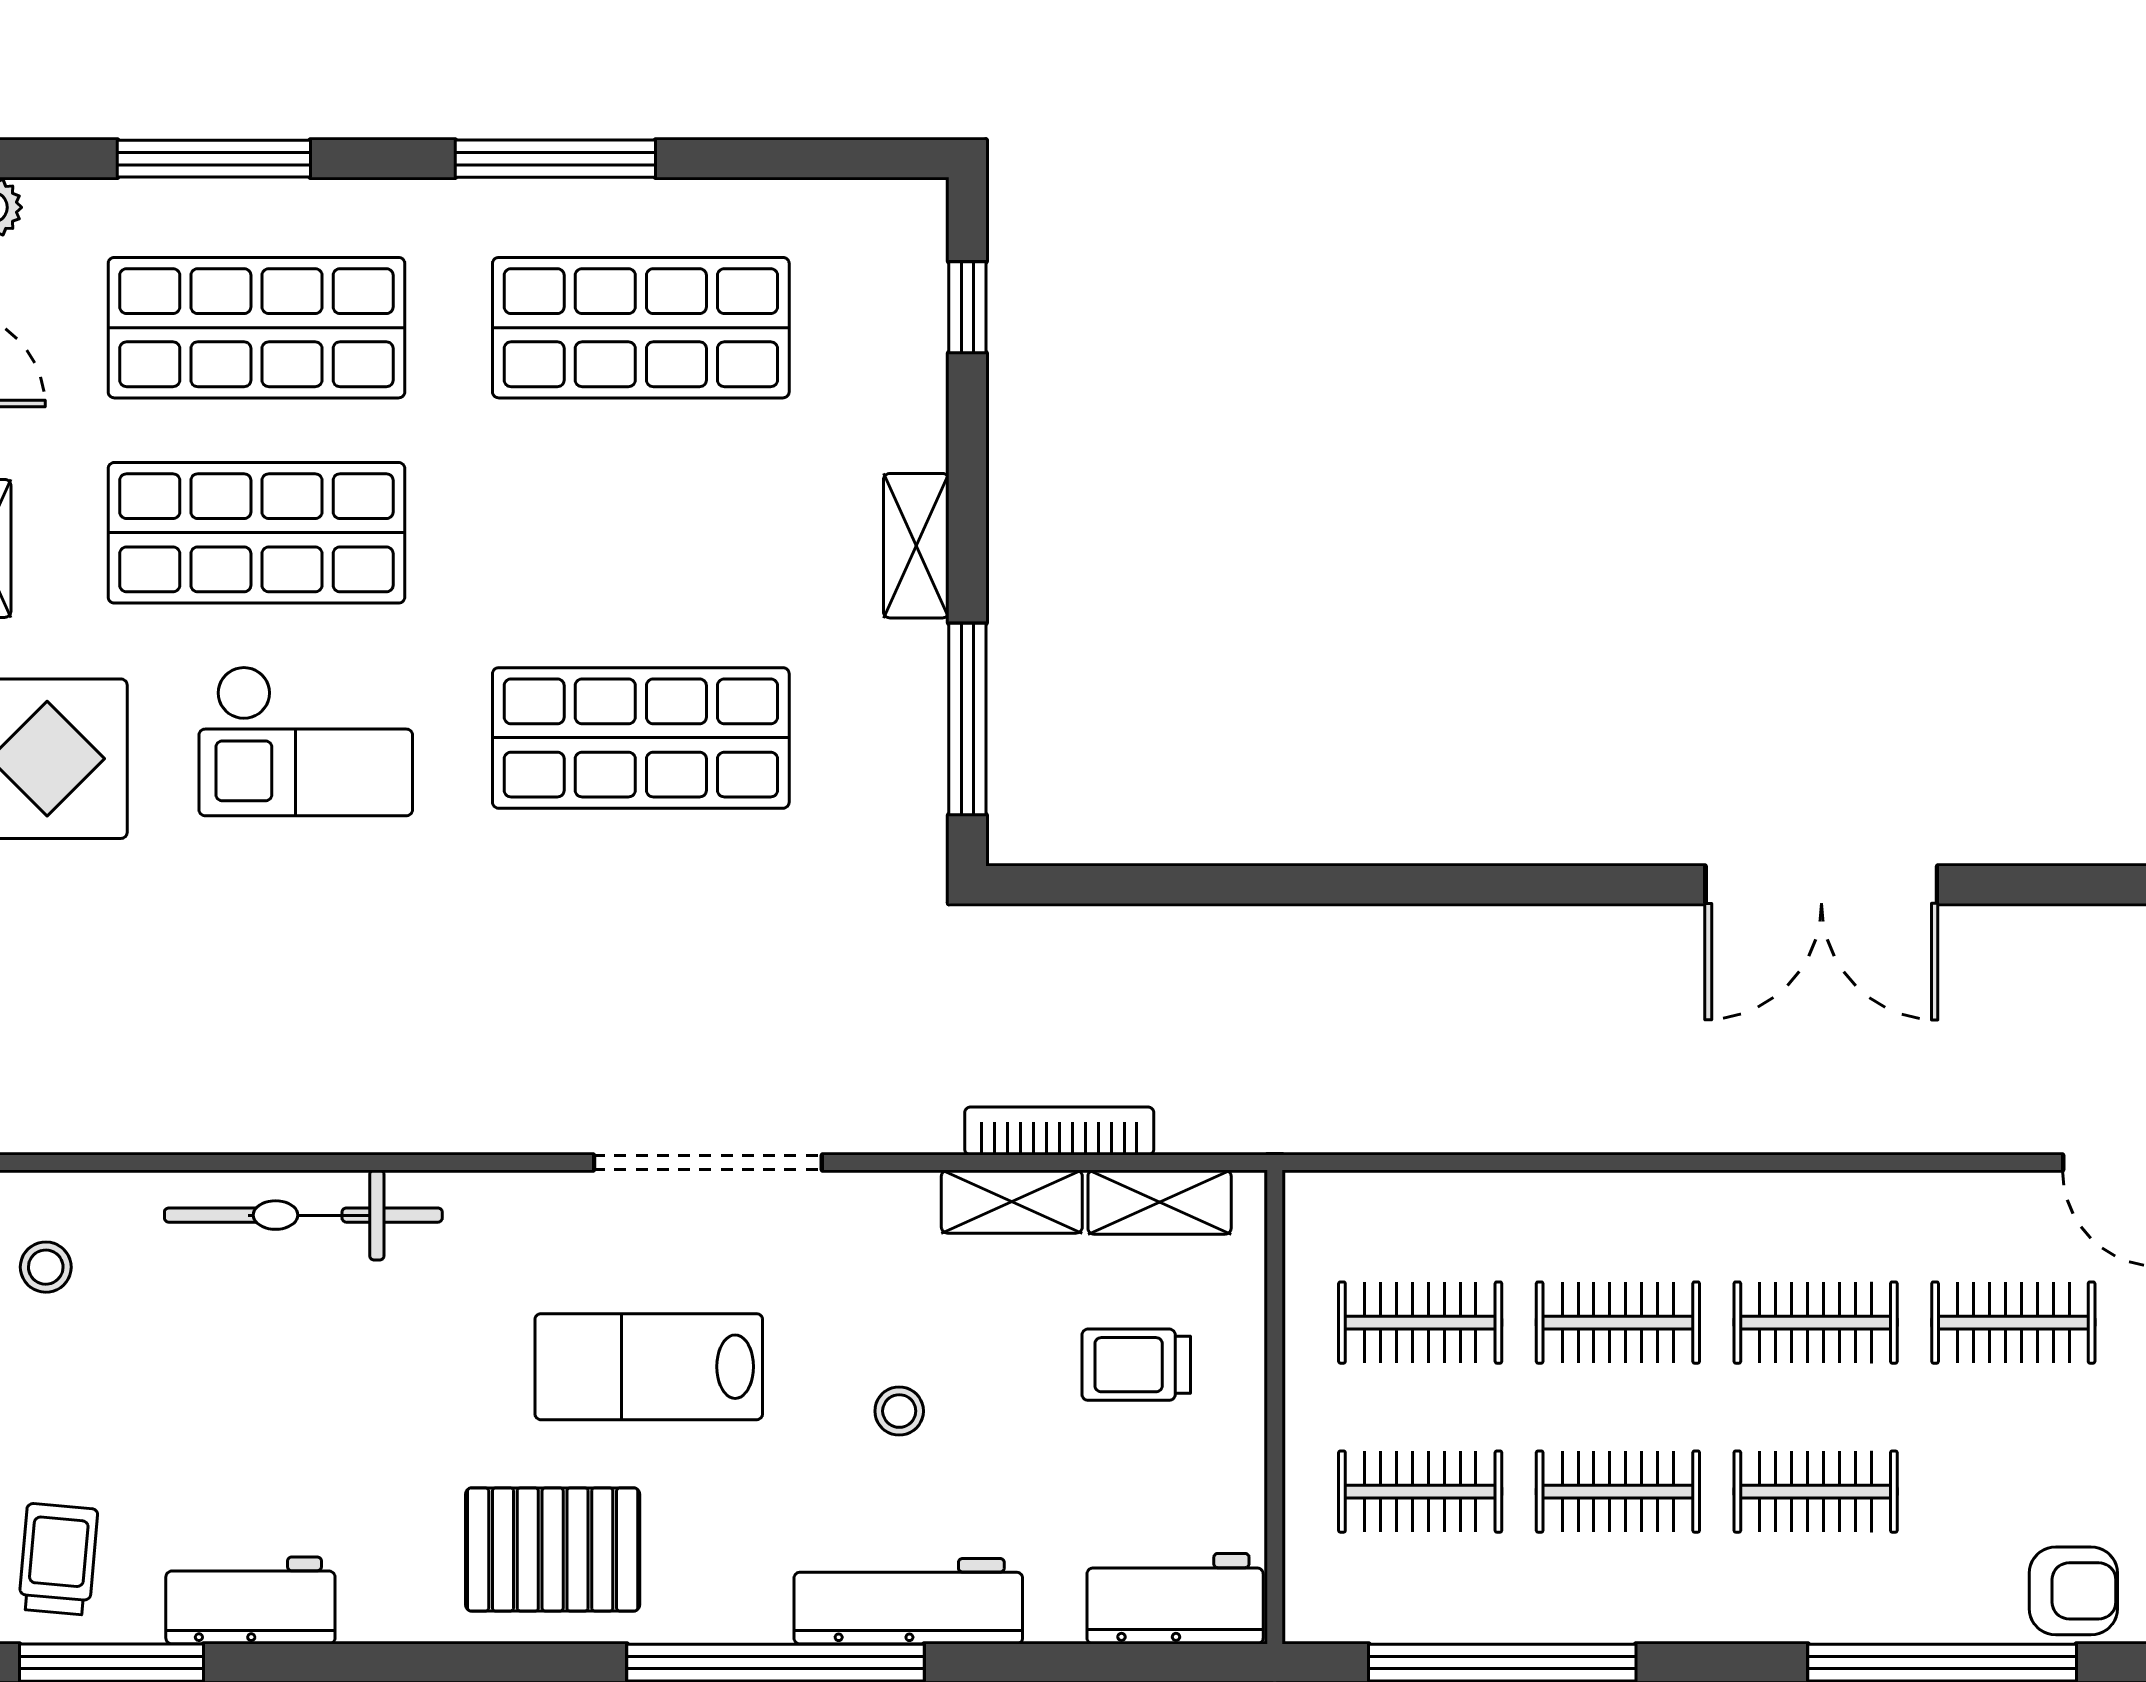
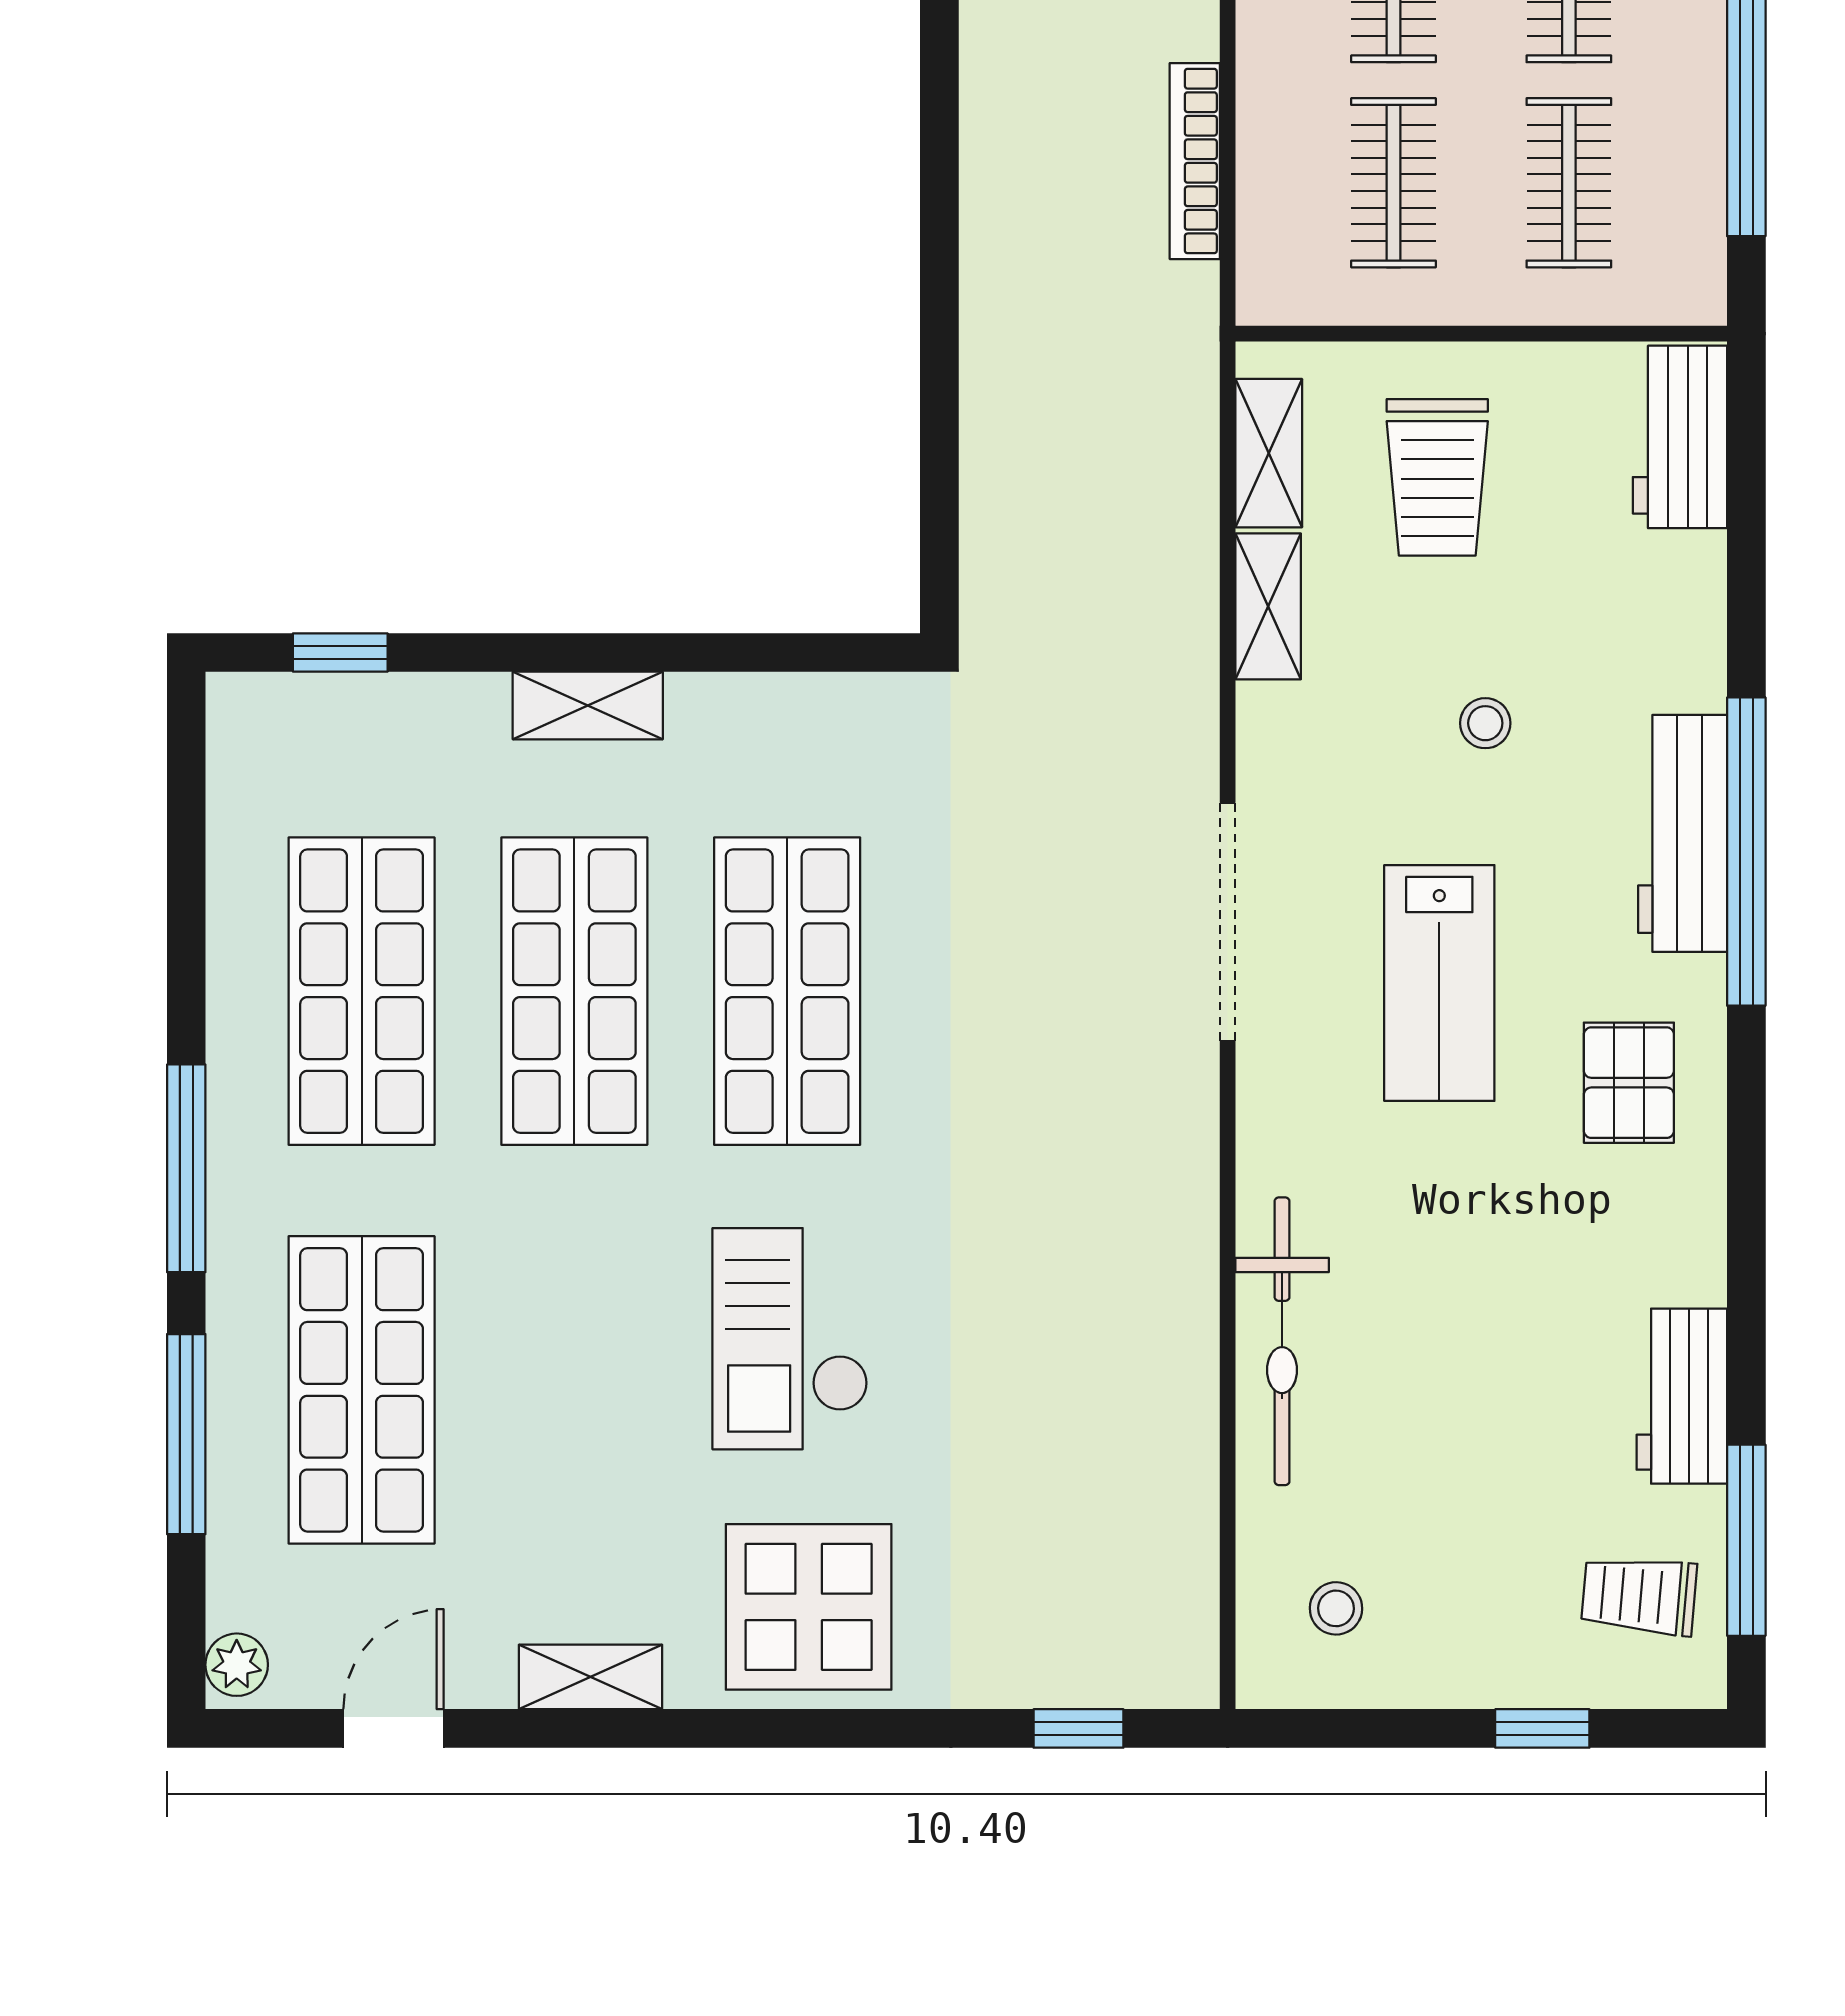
window: (555, 159) -> (186, 1168), moved
shop shelf: (256, 533) -> (574, 991), moved
window: (967, 719) -> (767, 653), removed
checkout: (306, 741) -> (790, 1339), turned 180
bookcase: (1059, 1131) -> (1195, 161), moved
trolley: (1136, 1365) -> (1437, 477), width x1.36, depth x1.39
pallet: (553, 1549) -> (1629, 1083), width x0.67, depth x0.71
workbench: (908, 1601) -> (1683, 833), moved

